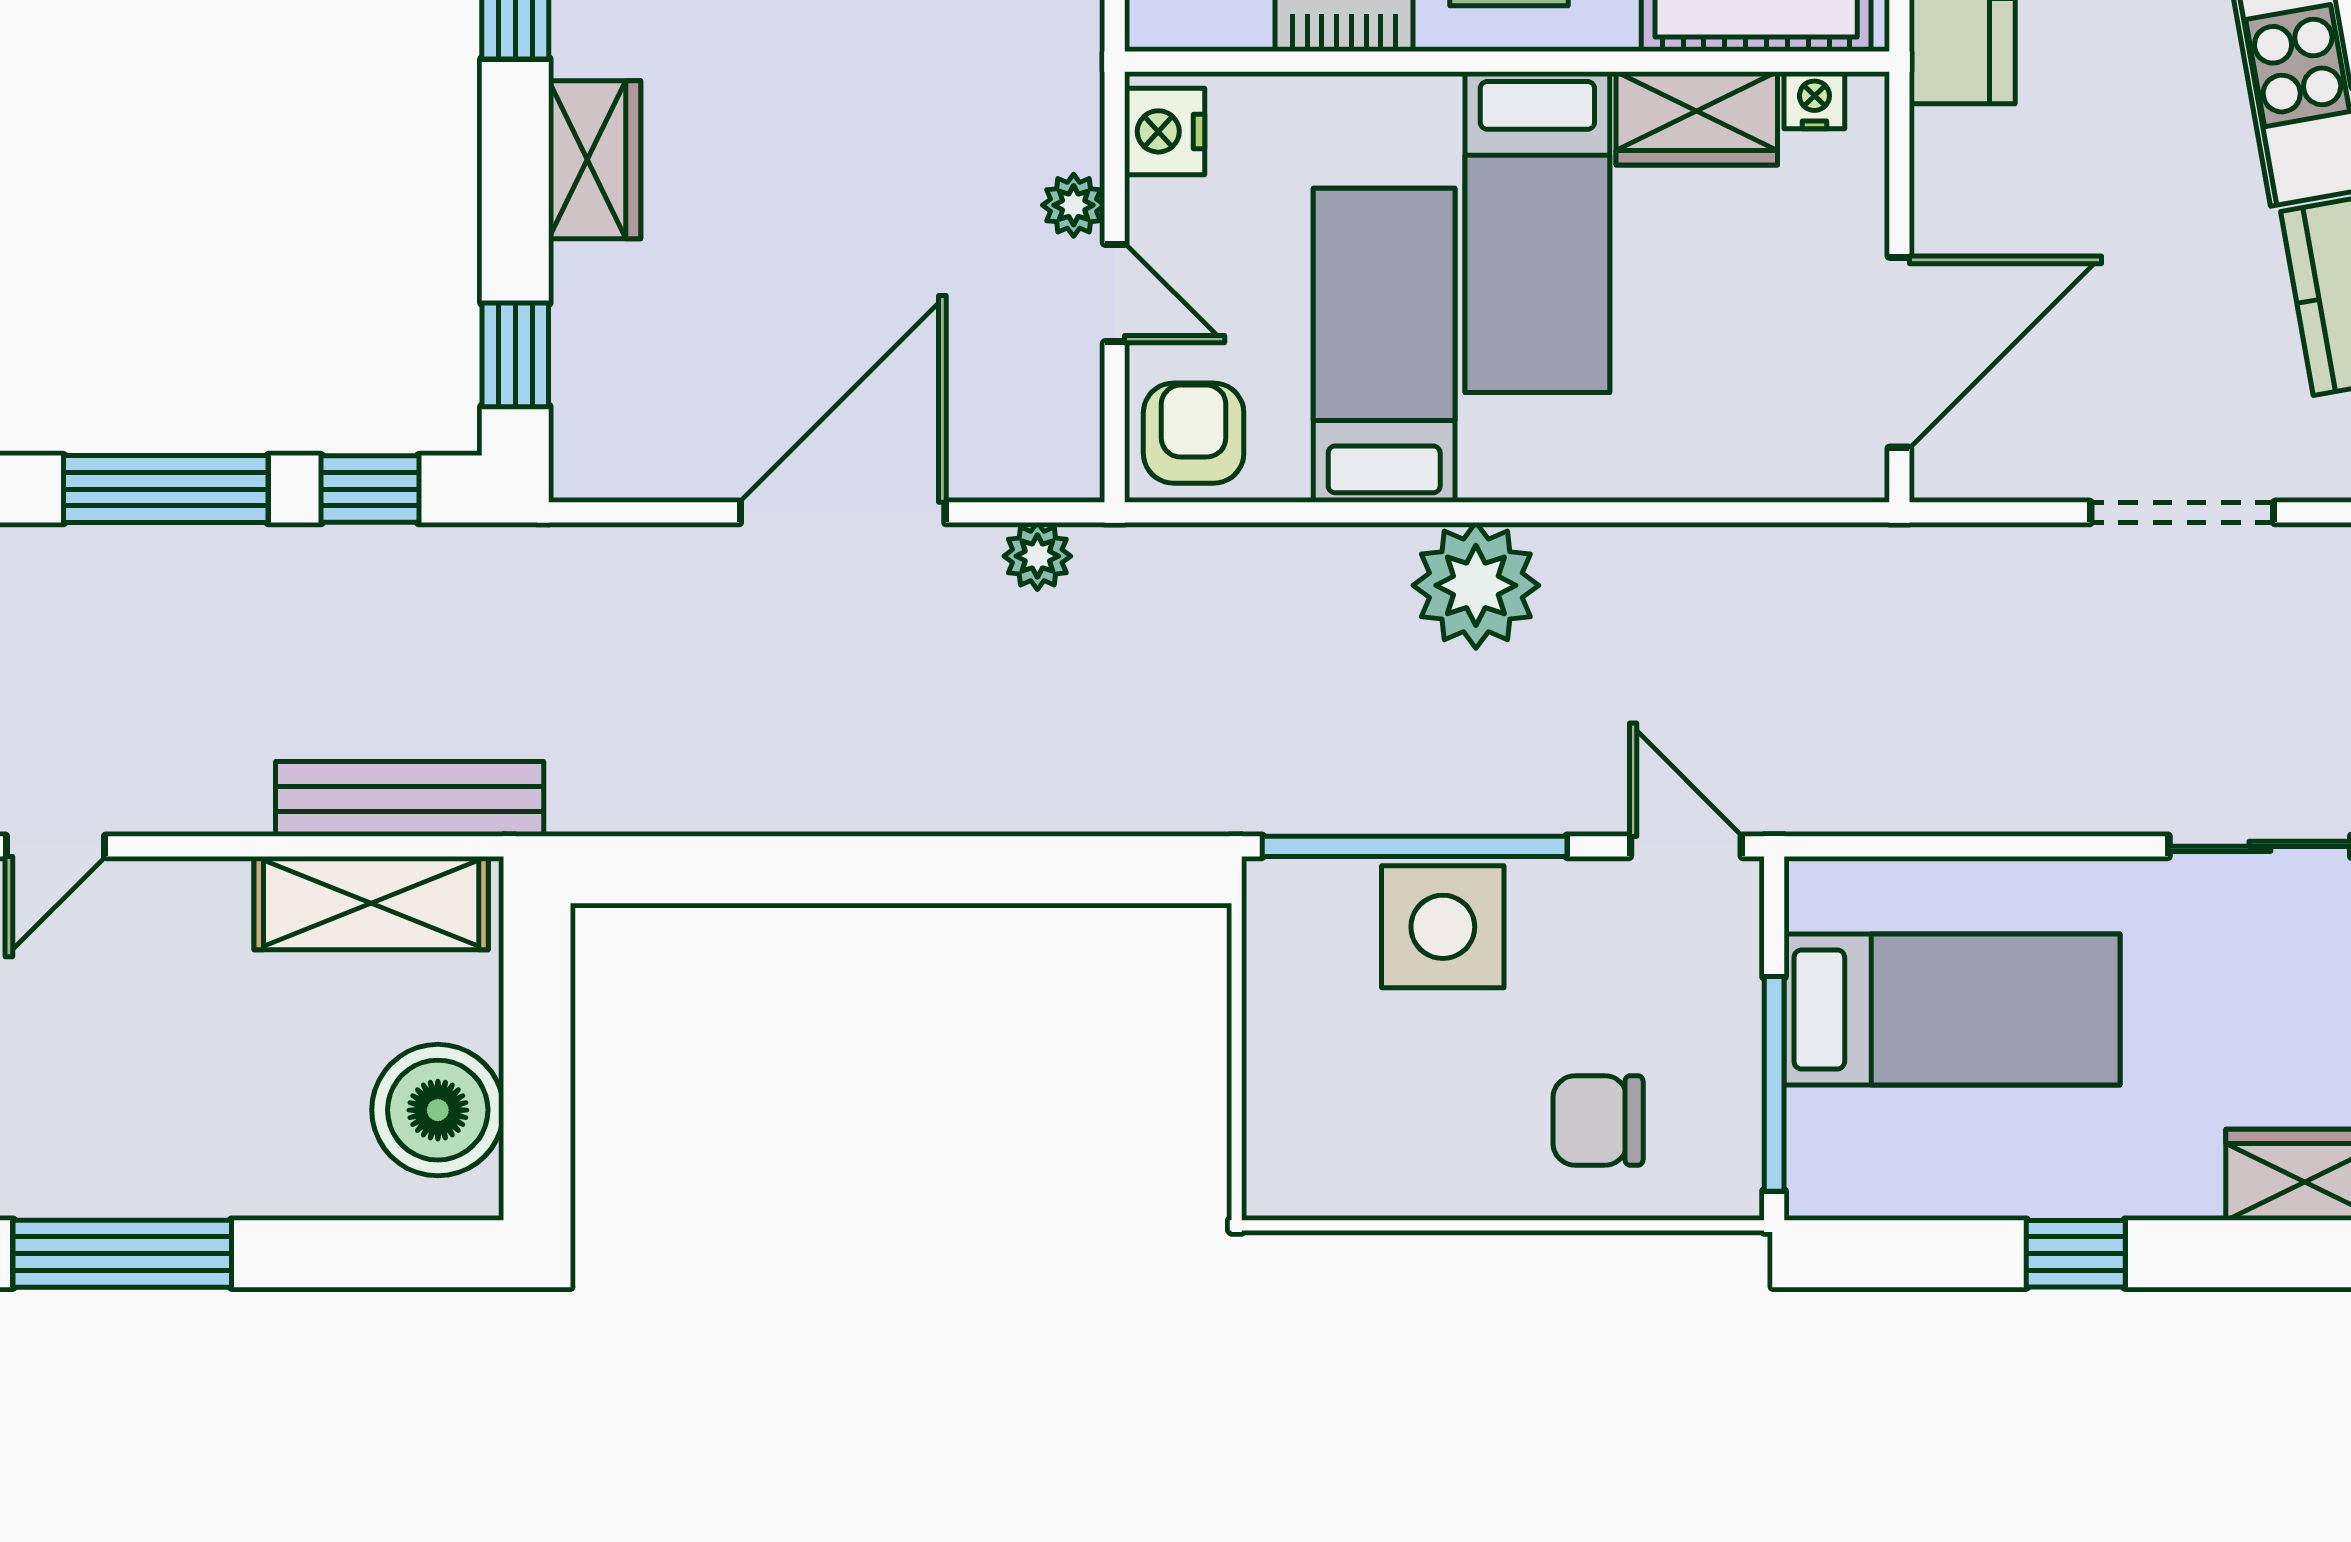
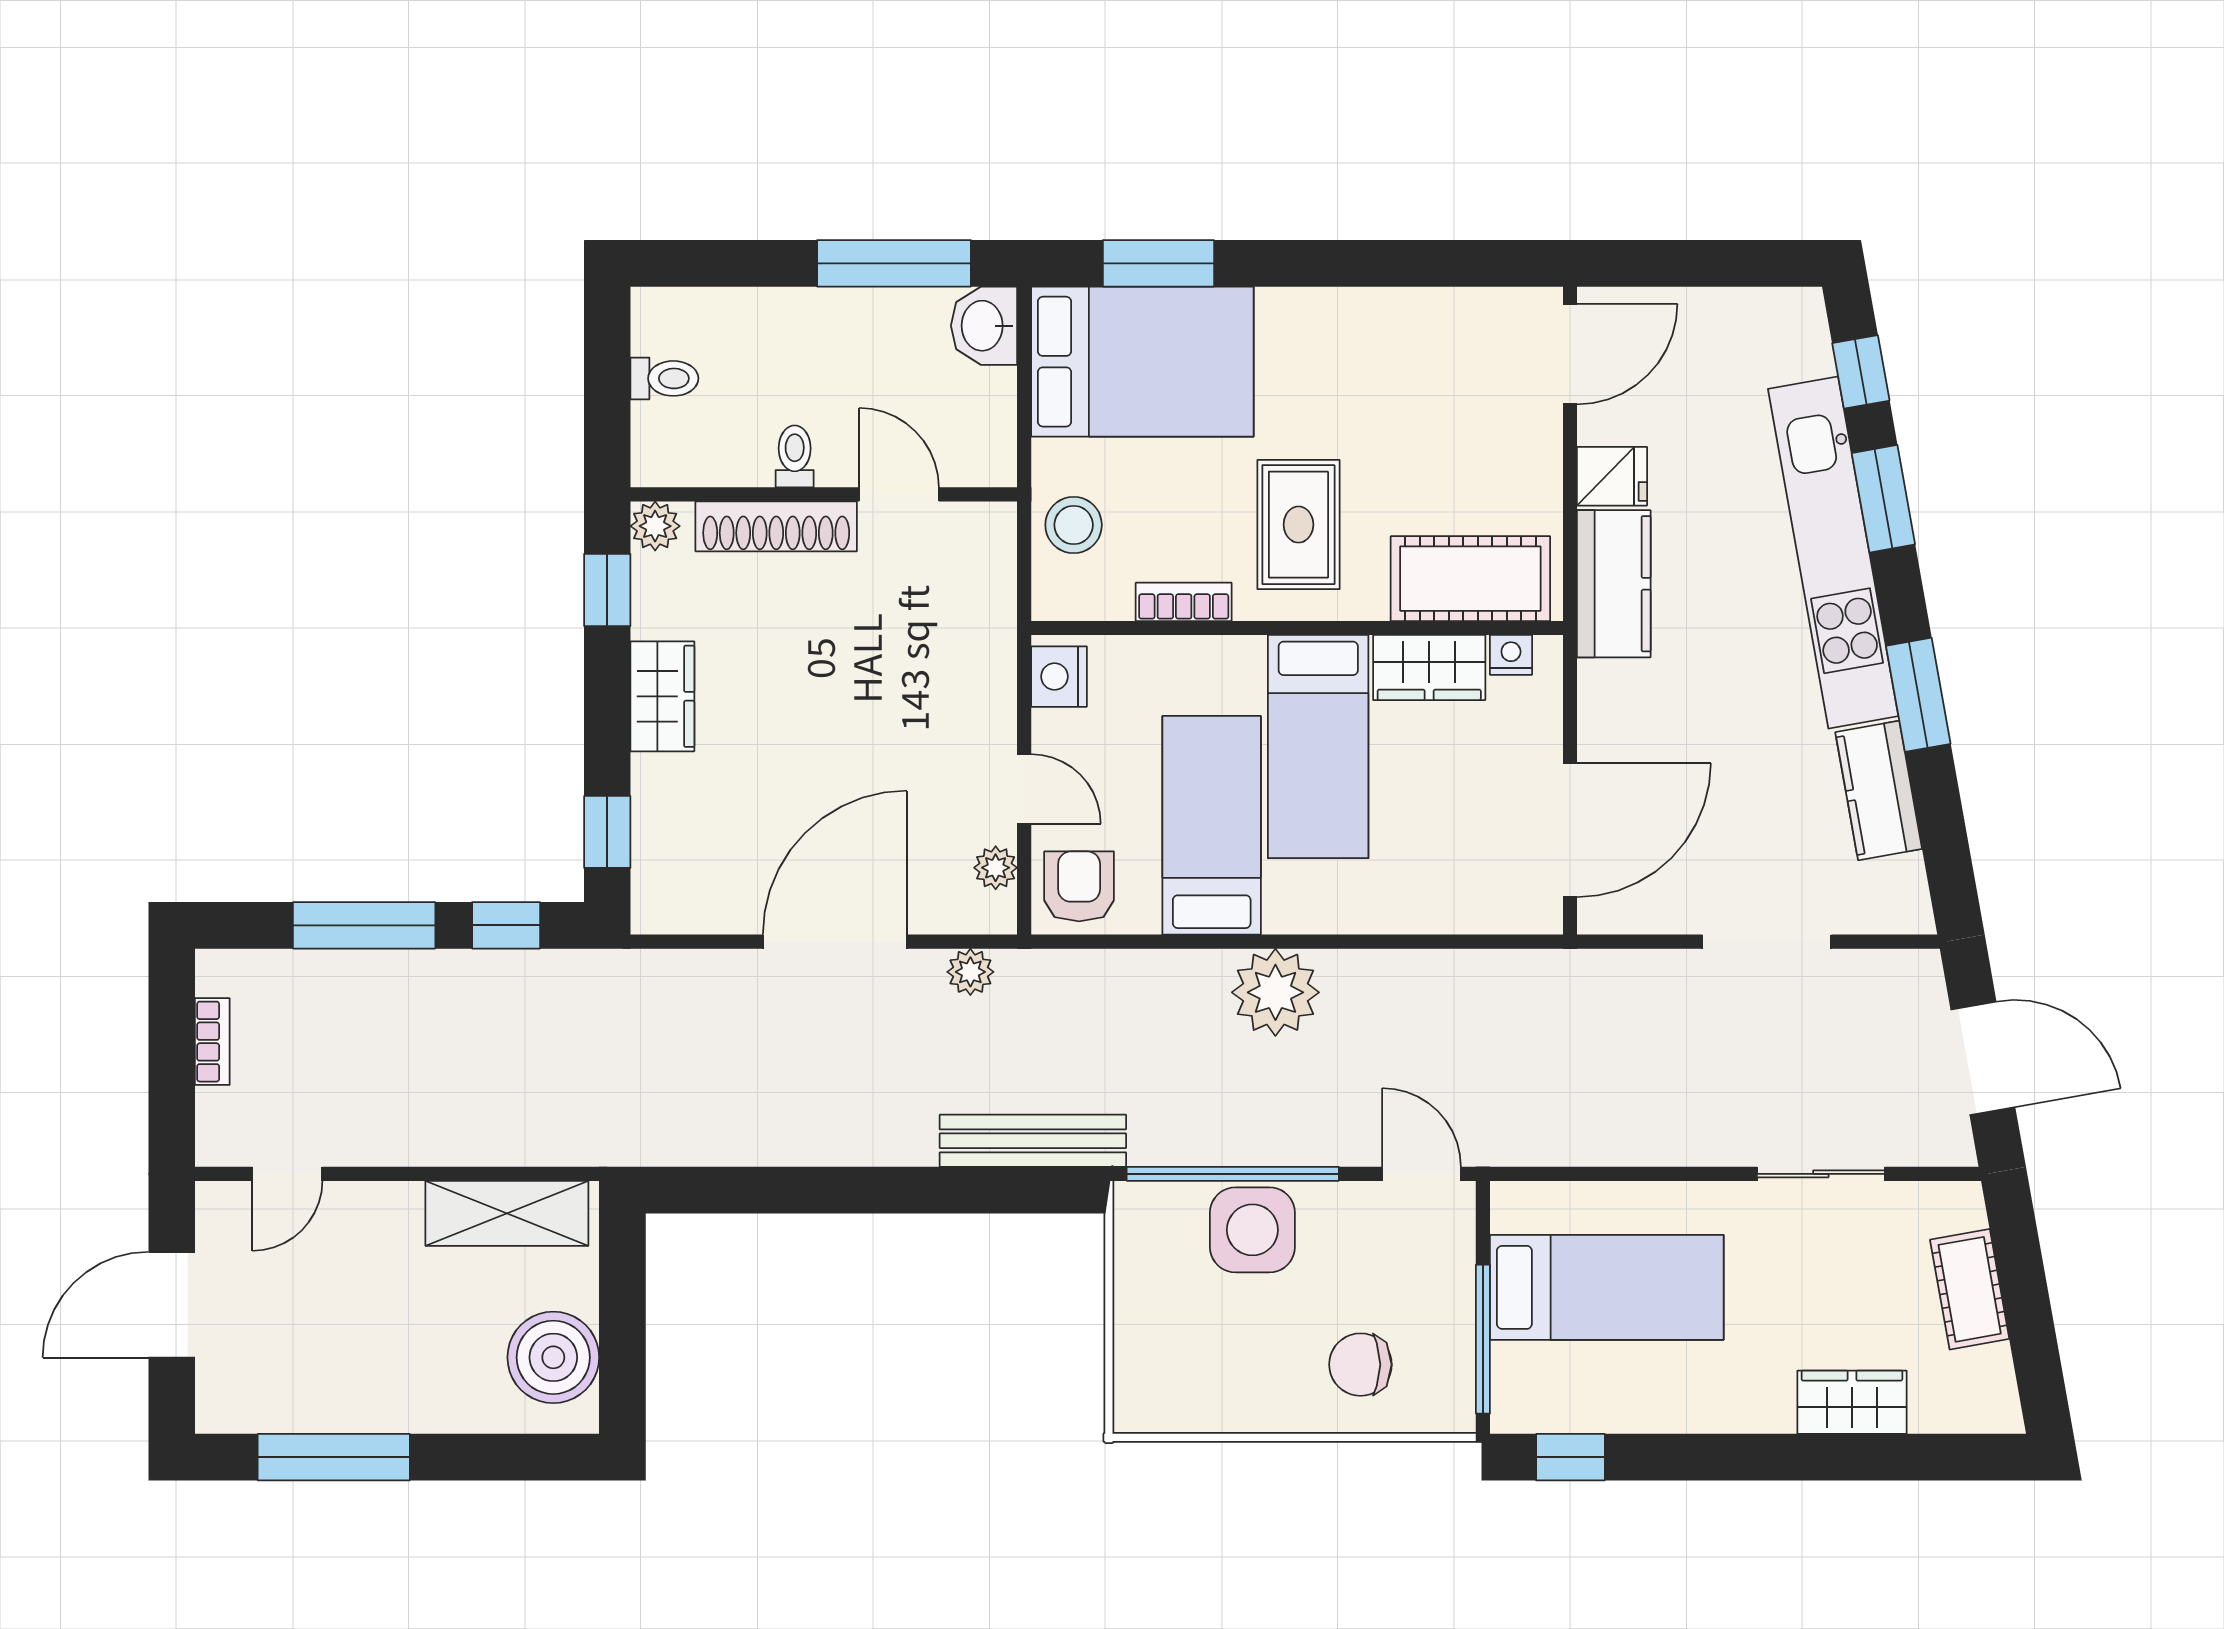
plant: (1074, 205) -> (996, 868), moved
bench: (410, 799) -> (1033, 1141), moved
window: (2076, 1254) -> (1570, 1457), moved

